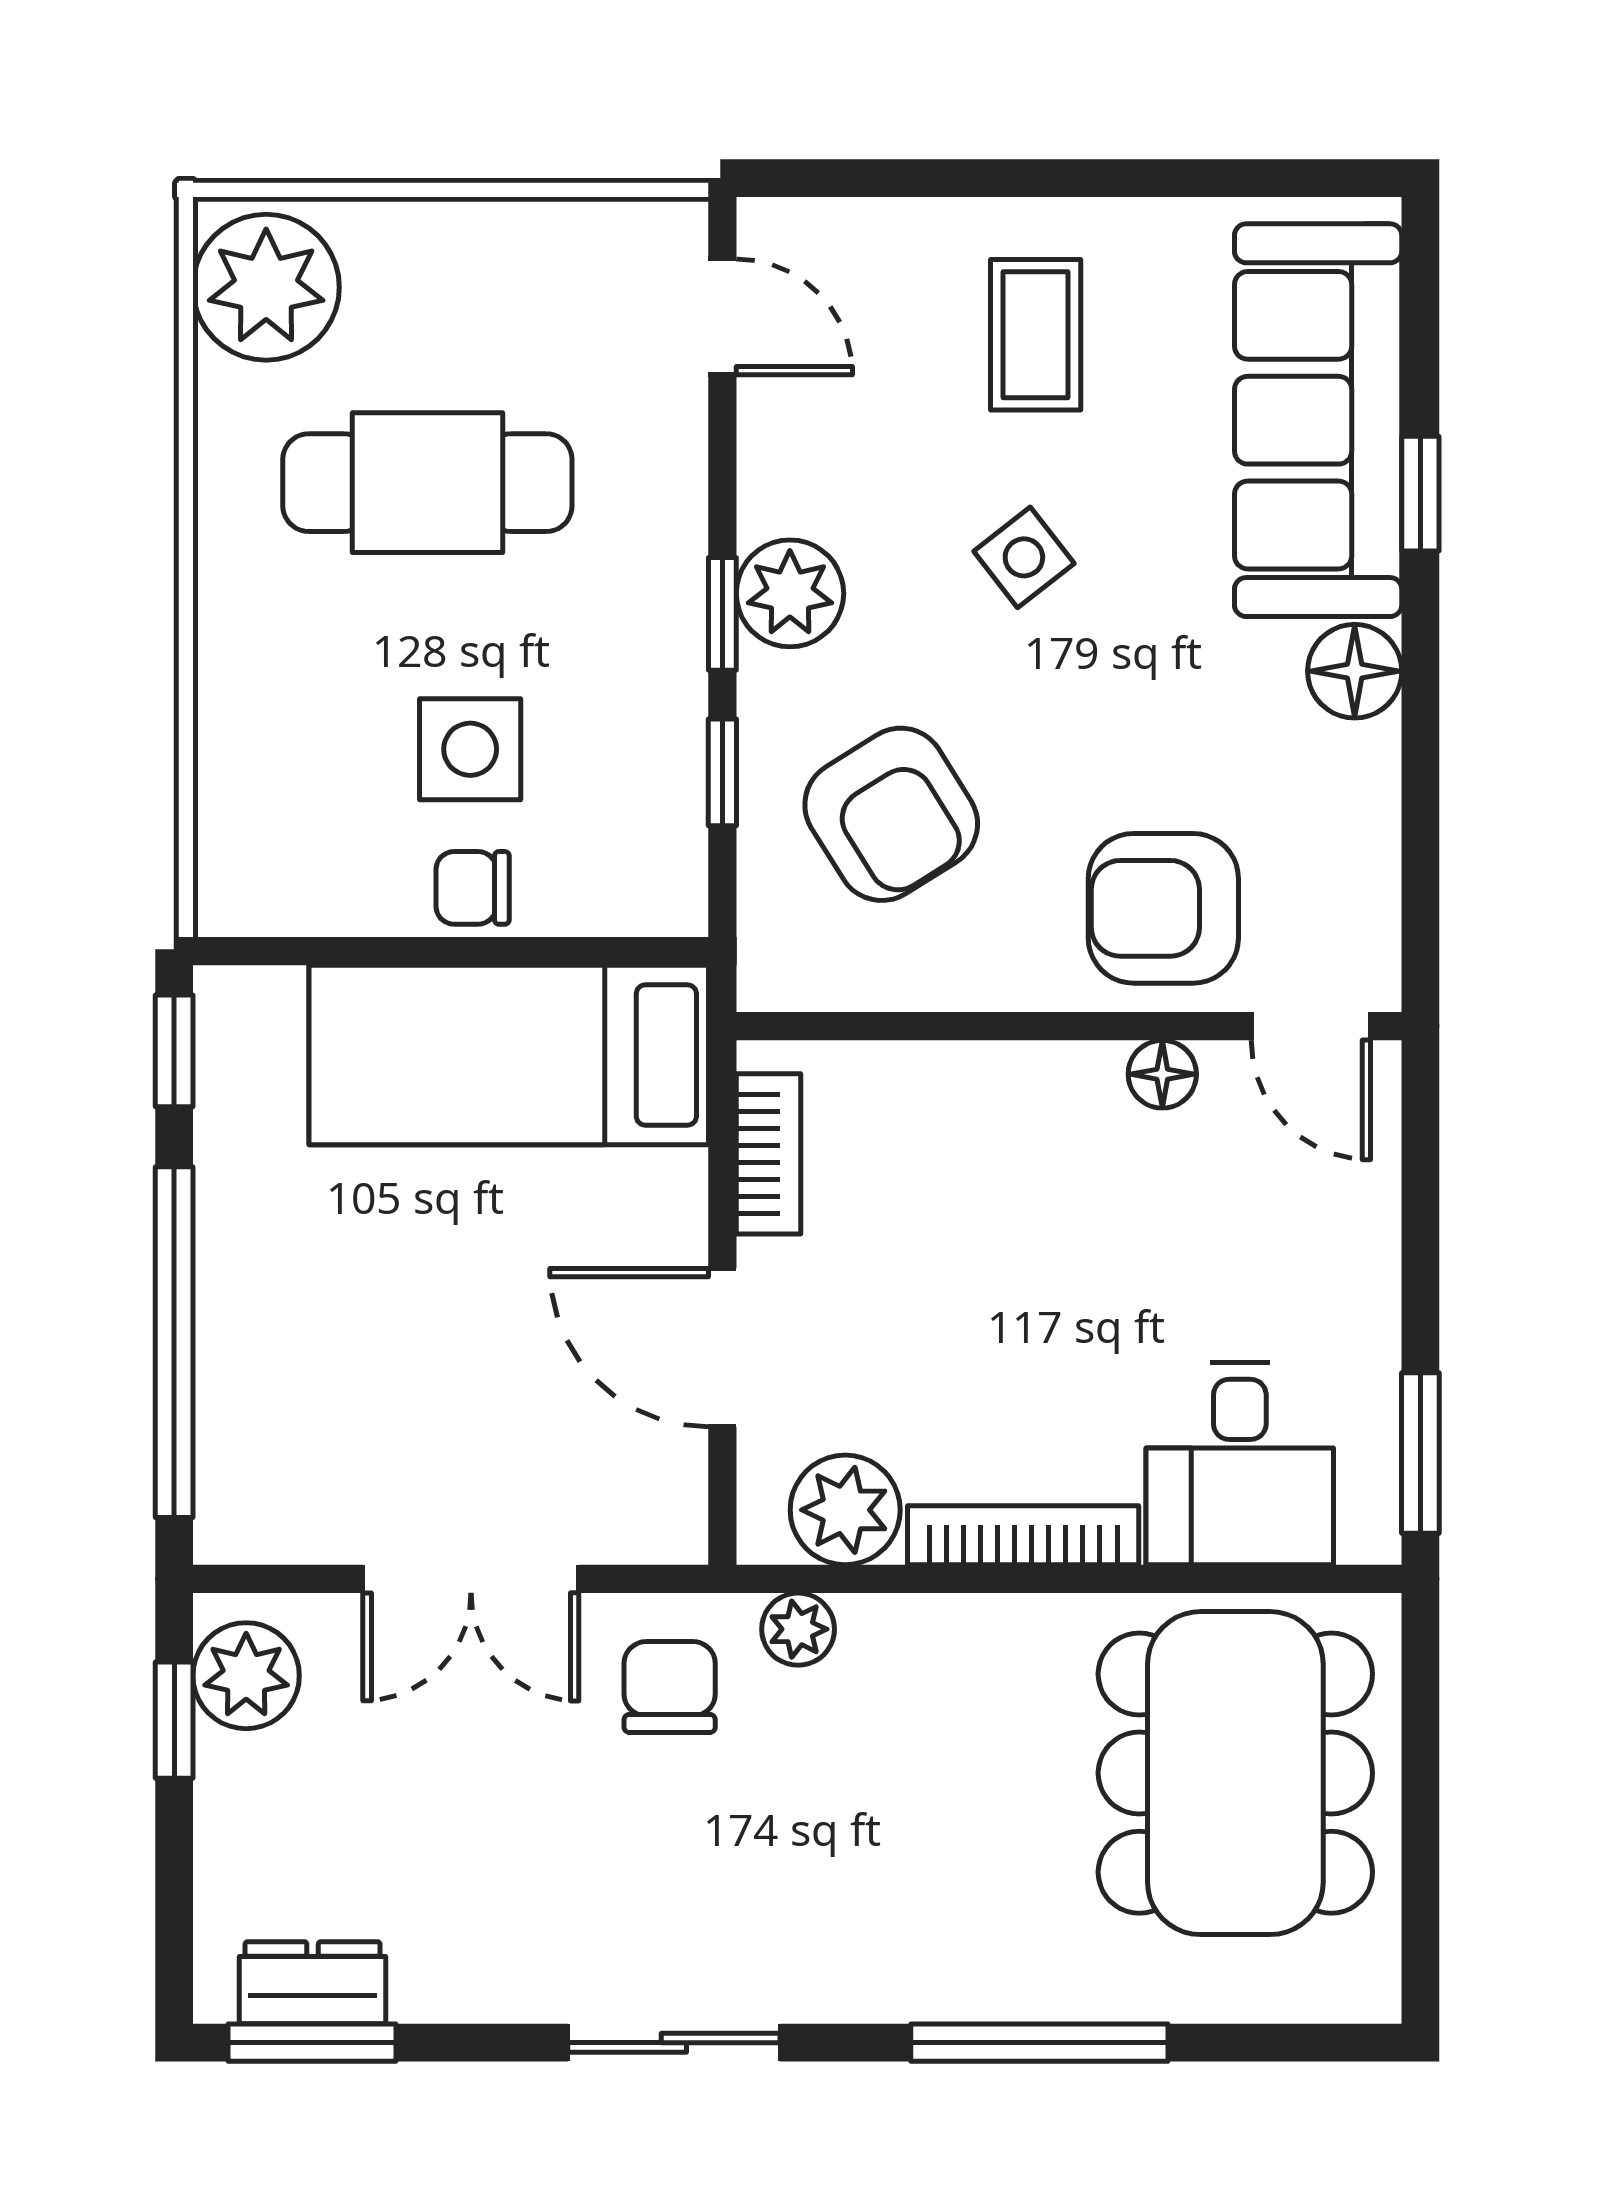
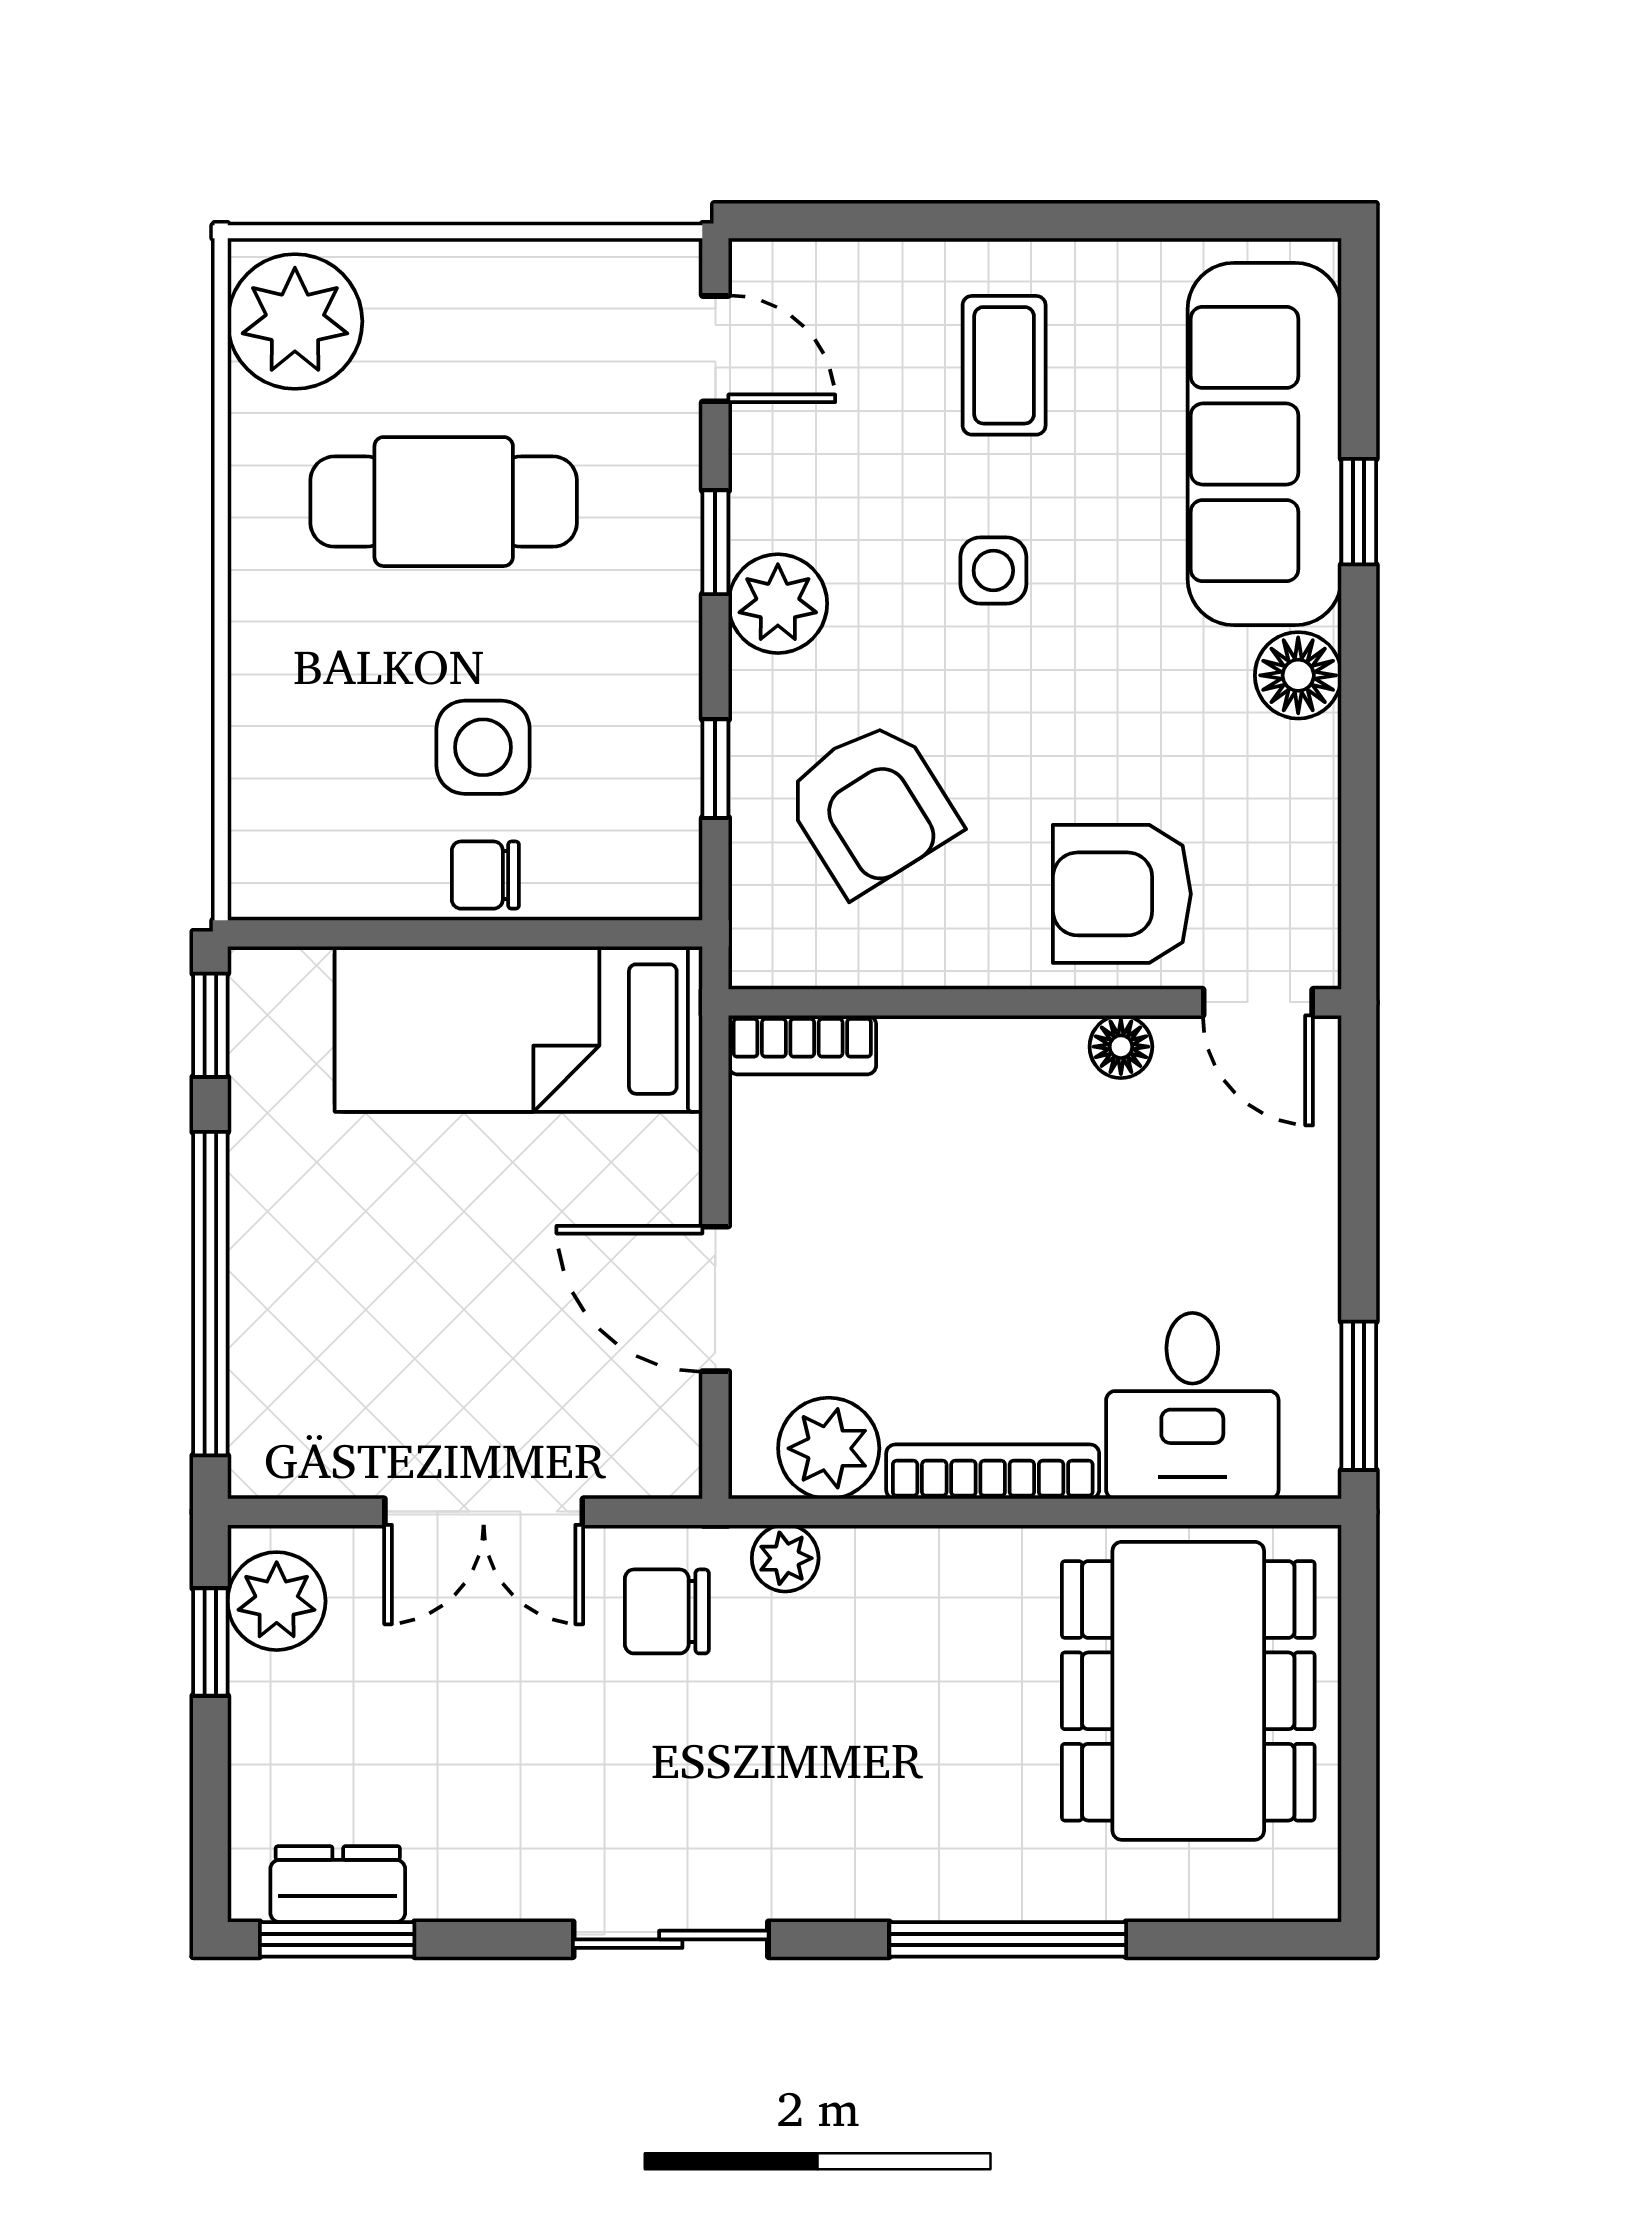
side table: (1024, 557) -> (993, 570), turned 38
window: (722, 614) -> (715, 542), moved
bookcase: (768, 1154) -> (802, 1045), moved, turned 90
chair: (670, 1687) -> (667, 1611), turned -90

